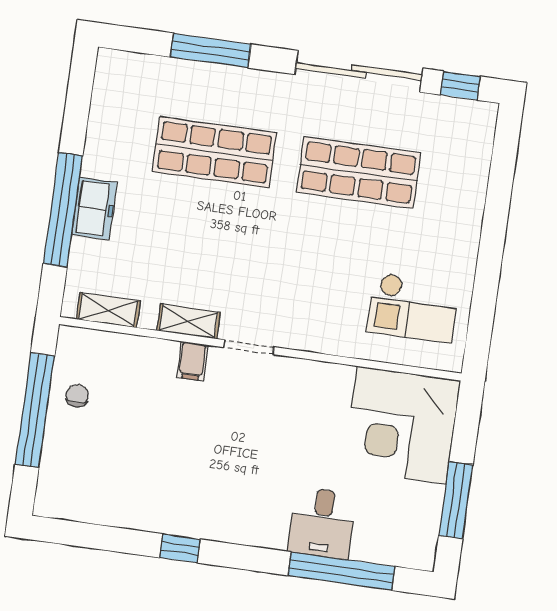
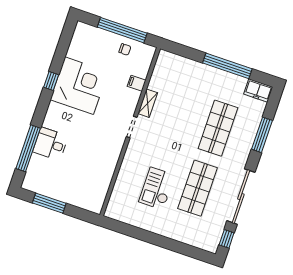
freezer: (94, 209) -> (258, 91), moved
window: (63, 210) -> (227, 66), moved
checkout: (413, 308) -> (157, 188), moved
shelving: (108, 310) -> (159, 70), removed
filing cabinet: (192, 361) -> (137, 83), moved
corner desk: (402, 425) -> (79, 86), moved, turned 90

